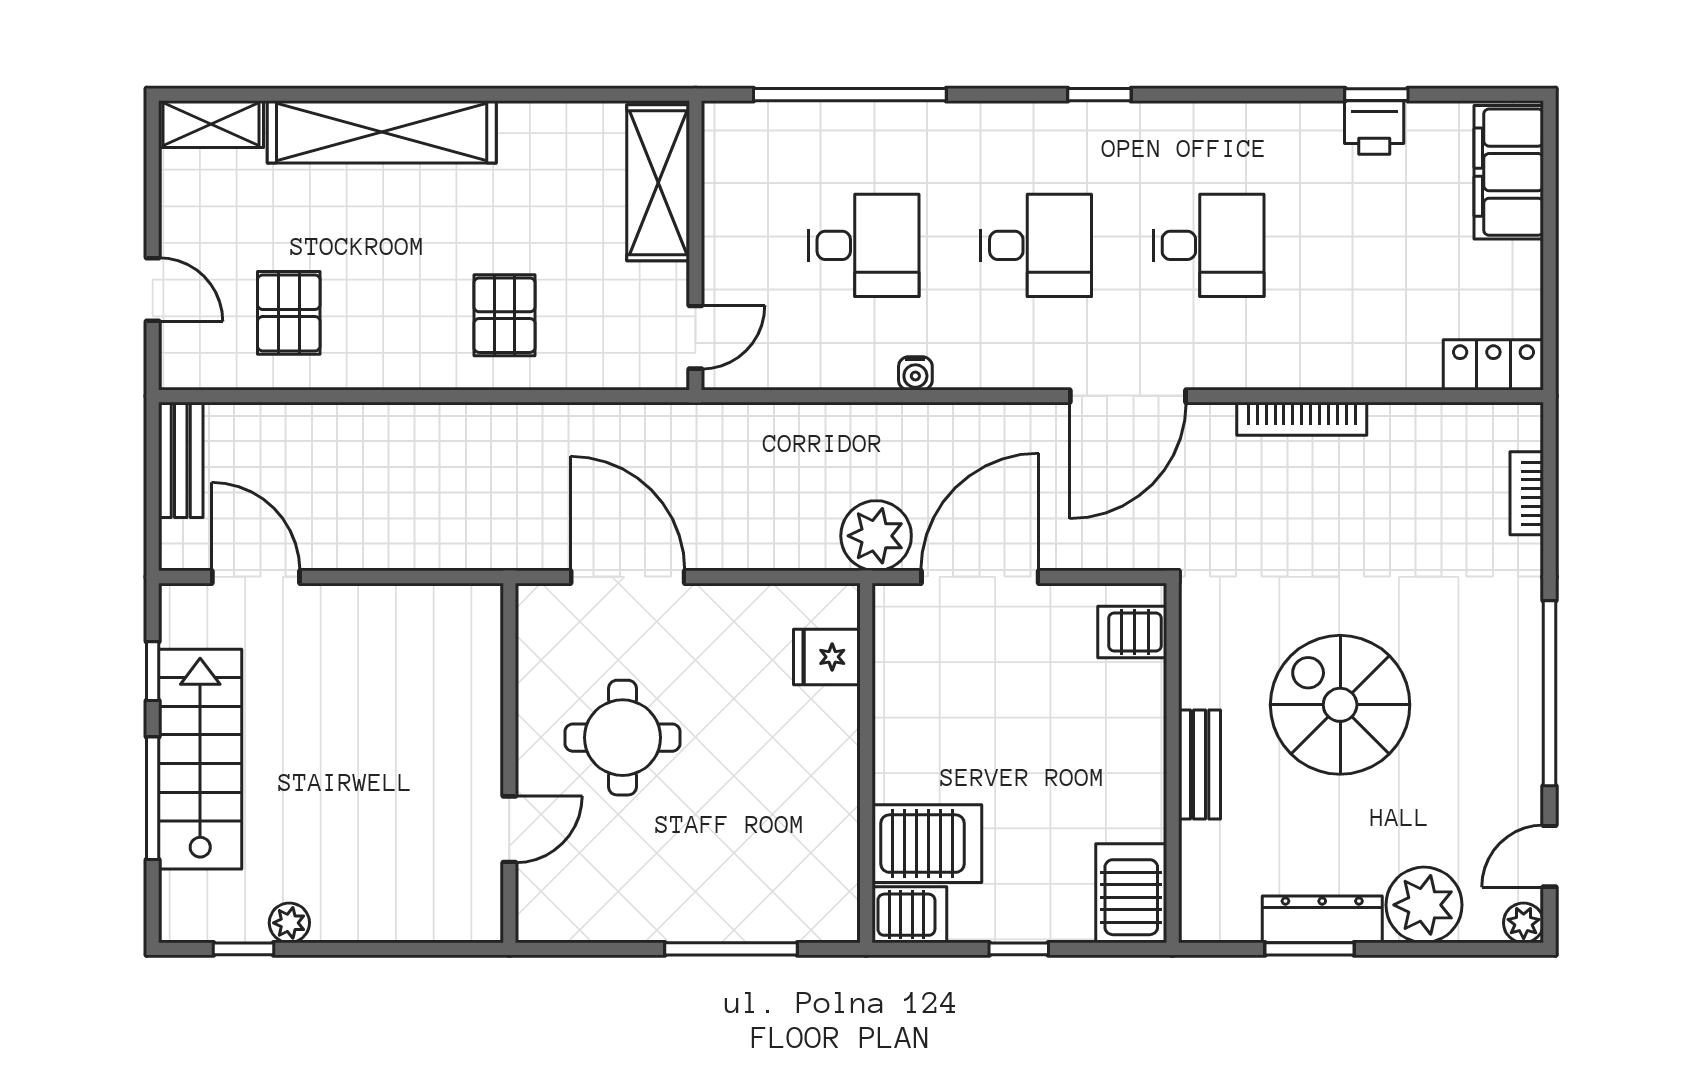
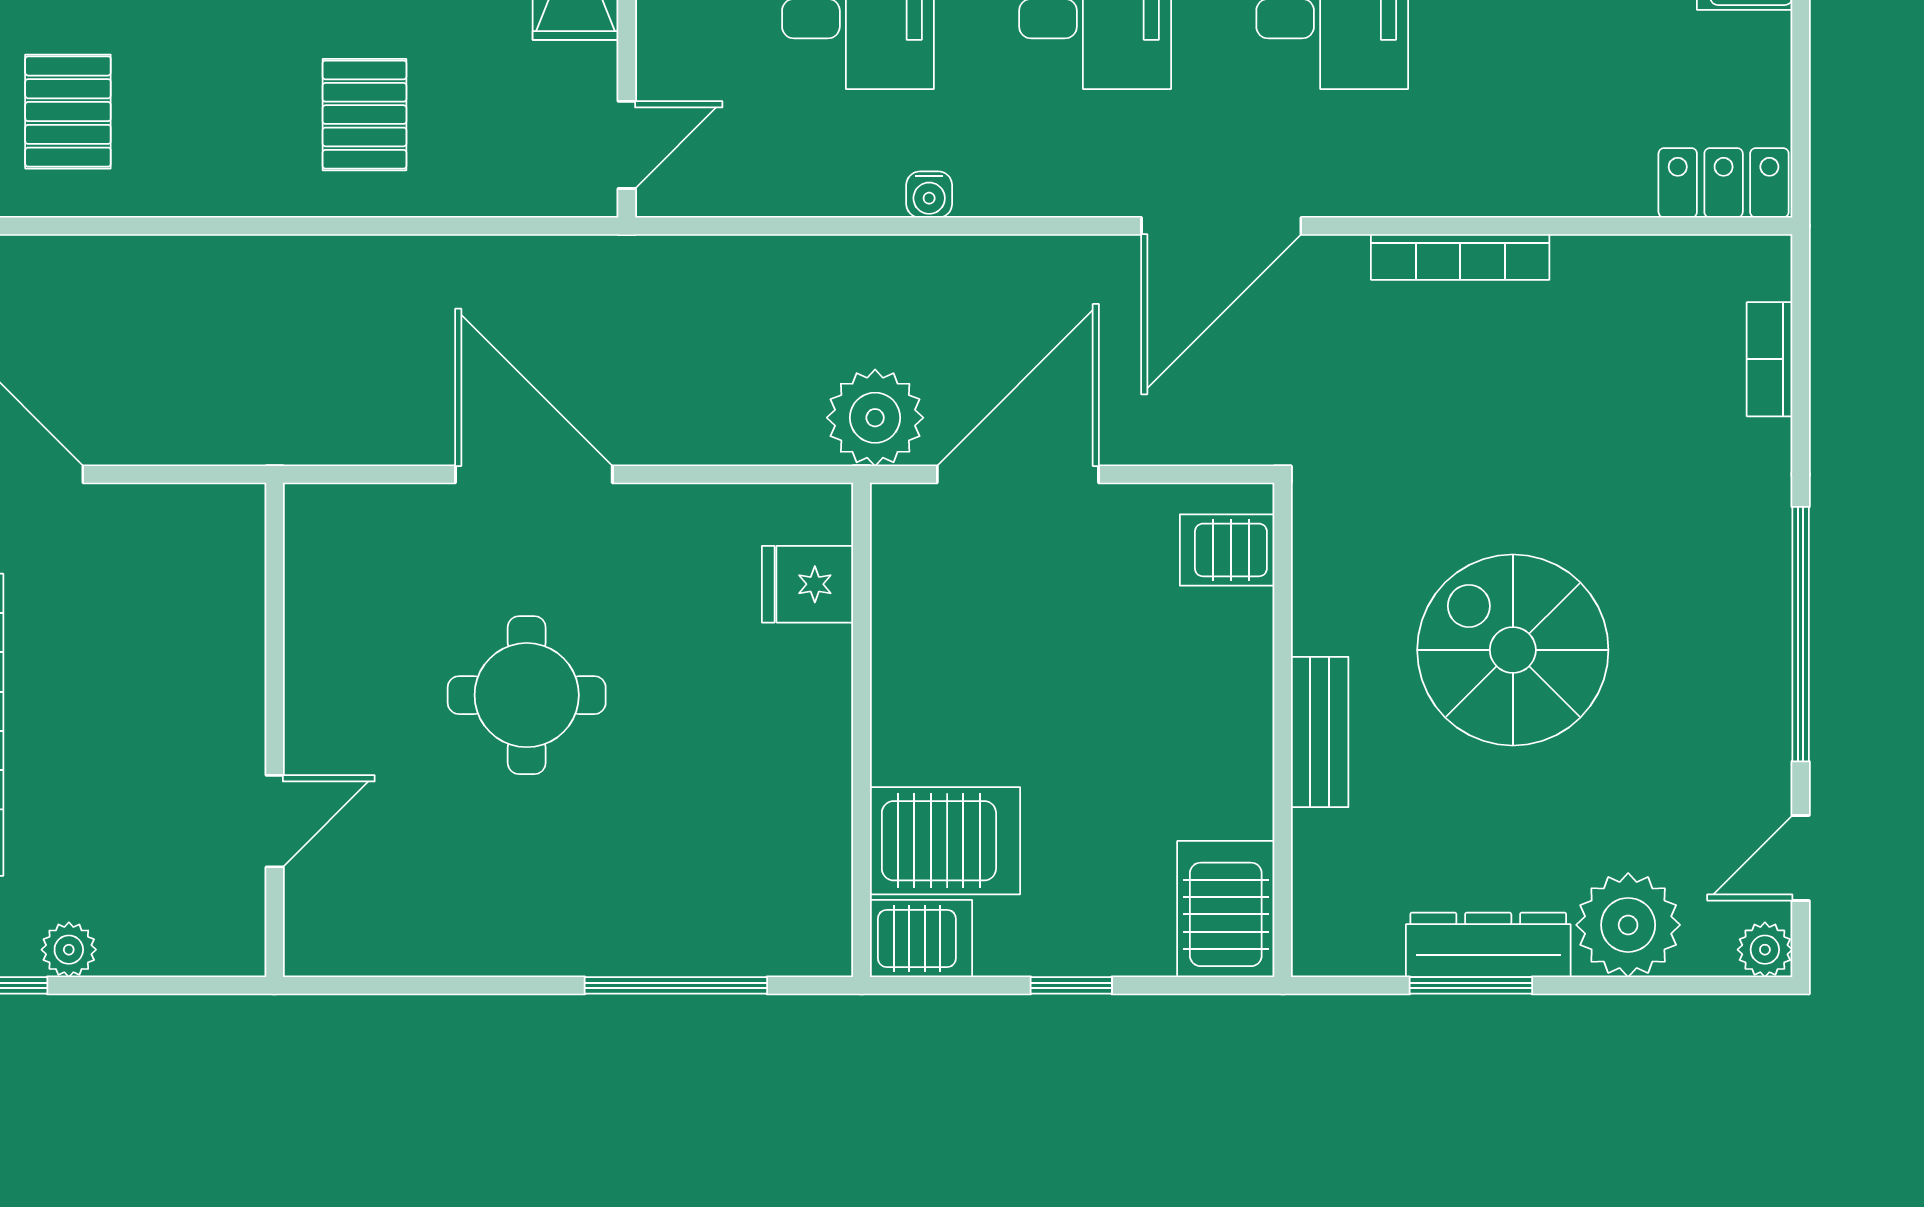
wall: (509, 763) -> (275, 730), moved
door: (509, 829) -> (275, 821), moved

